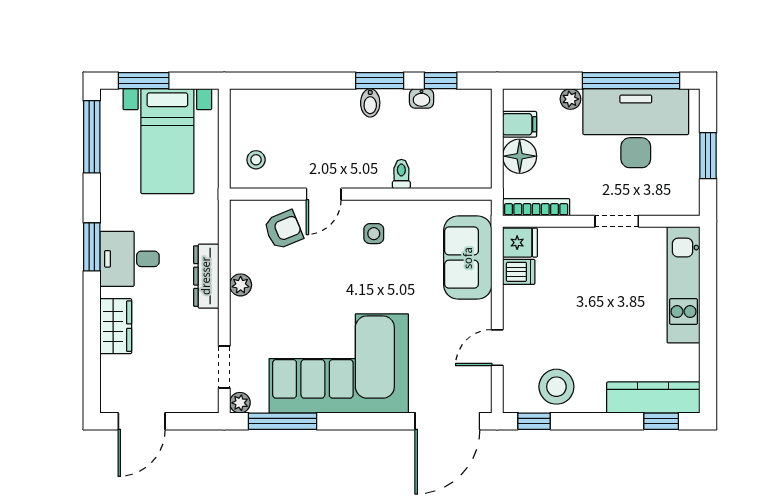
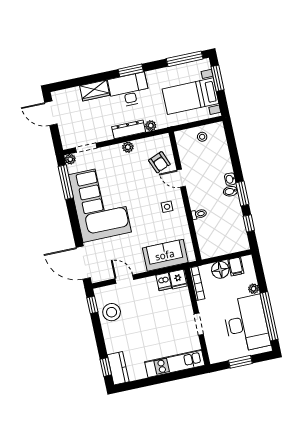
washbasin: (421, 98) -> (230, 179), moved
stool: (256, 160) -> (202, 137), moved
plant: (208, 231) -> (151, 126), added
desk: (129, 259) -> (129, 90), width x1.37
kitchen counter: (653, 398) -> (118, 368), width x0.67

